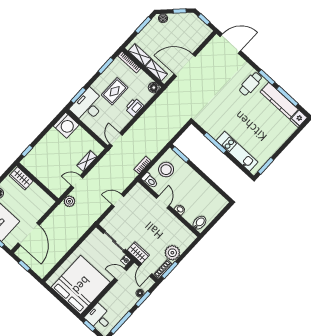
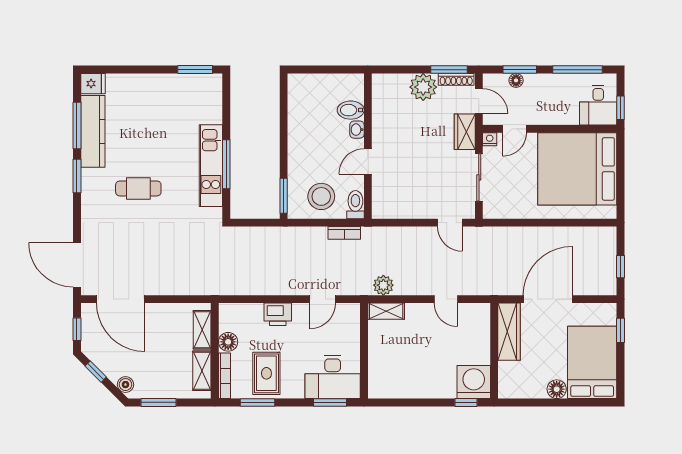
door: (185, 65) -> (121, 299), moved
cafe table: (251, 84) -> (138, 188), moved
floor lamp: (154, 88) -> (228, 342), moved
rug: (115, 91) -> (266, 373), moved, turned 90
washing machine: (66, 125) -> (474, 382), moved
door: (116, 139) -> (323, 299), moved
kitchen unit: (237, 151) -> (211, 166), moved
shelving: (87, 161) -> (386, 311), moved
wardrobe: (21, 178) -> (509, 332), moved, width x1.50
door: (118, 200) -> (450, 223), moved
plant: (69, 201) -> (383, 285), moved
bidet: (199, 223) -> (351, 110), moved
door: (29, 234) -> (548, 299), moved
door: (146, 270) -> (479, 101), hinge flipped
door: (121, 274) -> (515, 129), hinge flipped

